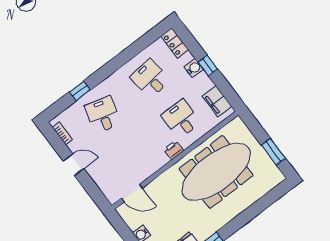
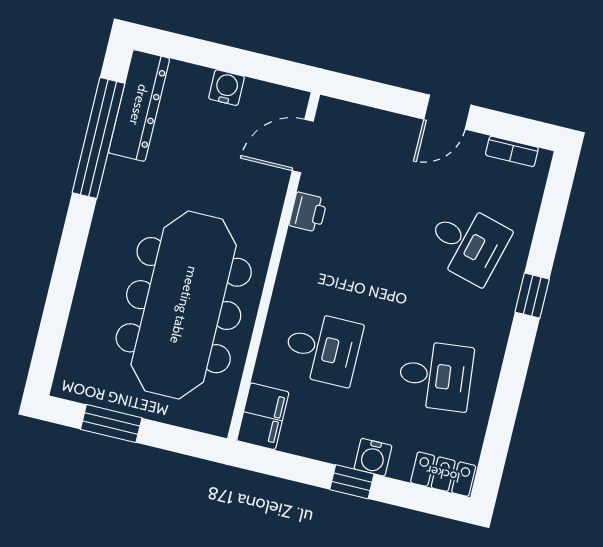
window: (80, 91) -> (532, 296), moved
filing cabinet: (217, 101) -> (263, 416), moved, turned 90
printer: (174, 150) -> (308, 212), moved

